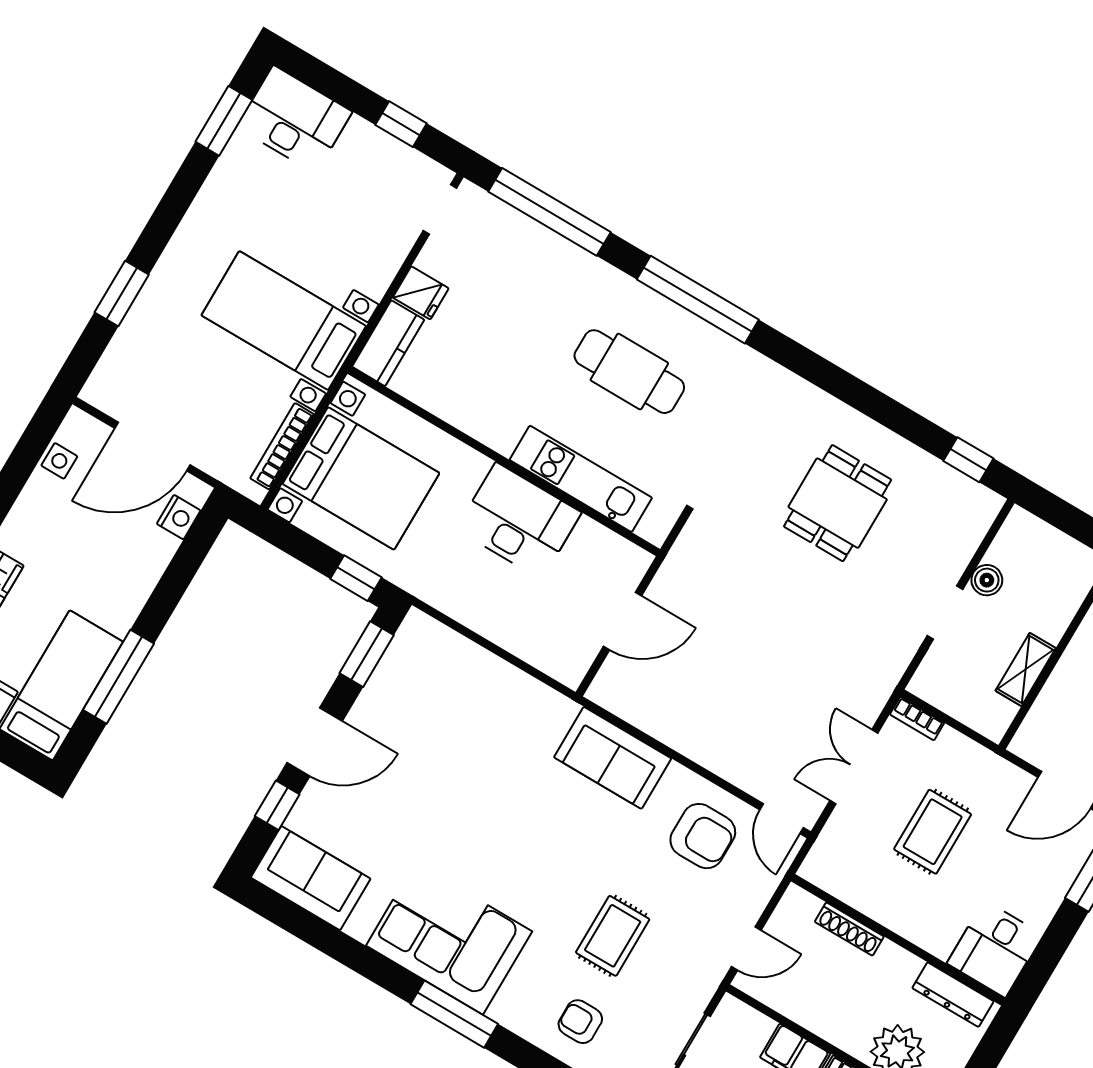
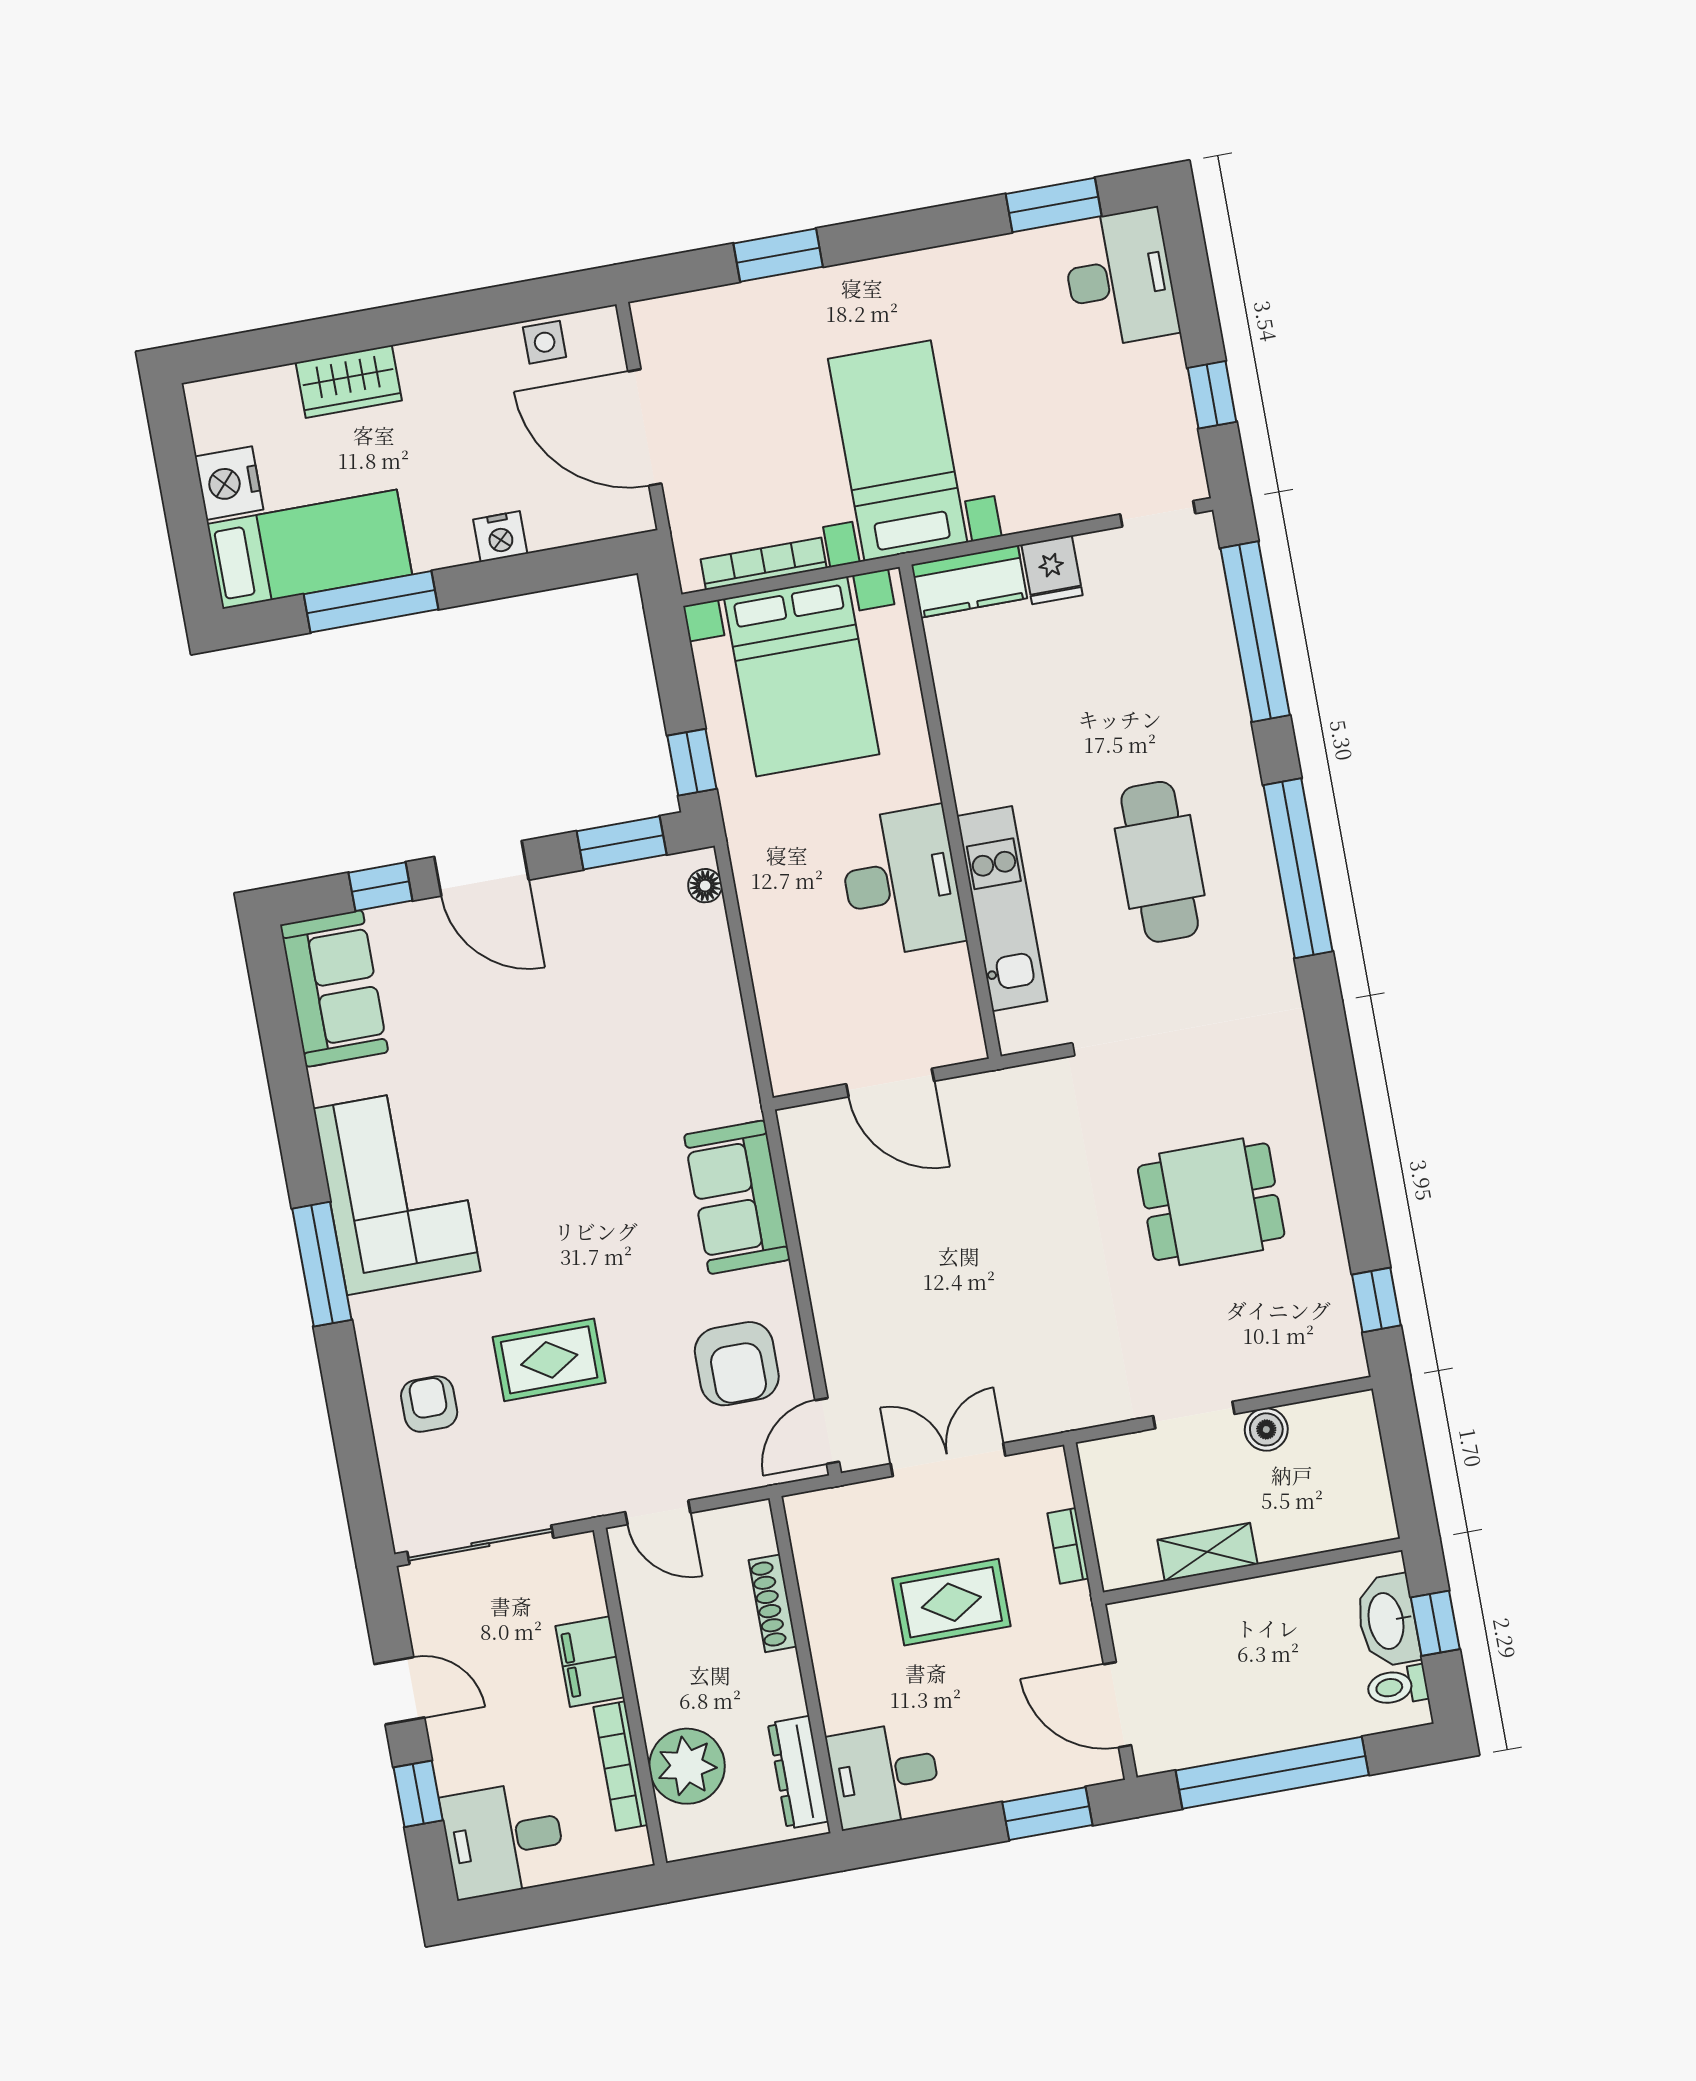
nightstand: (179, 517) -> (500, 537), moved
floor lamp: (429, 629) -> (705, 886), added
bookcase: (917, 719) -> (1068, 1546), moved

